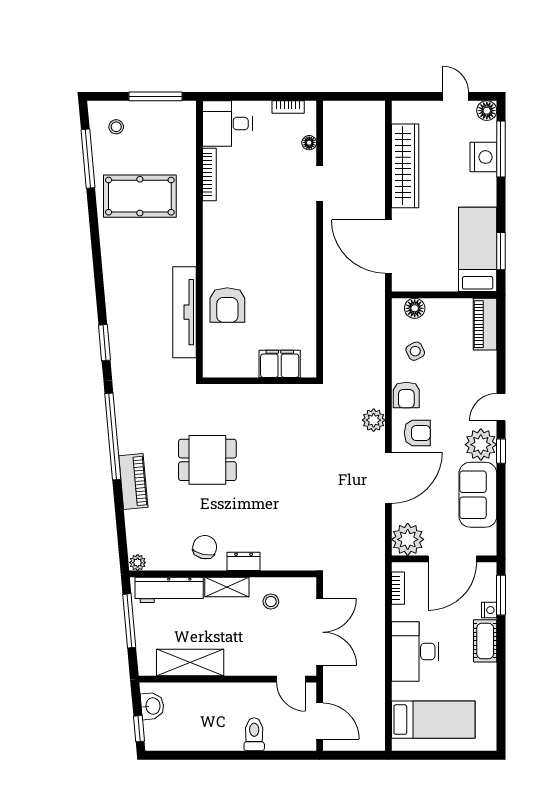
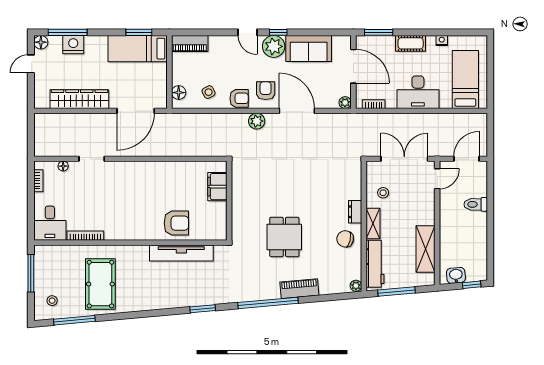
plant: (408, 539) -> (345, 103), width x0.53, depth x0.53
nightstand: (489, 610) -> (442, 41), moved

